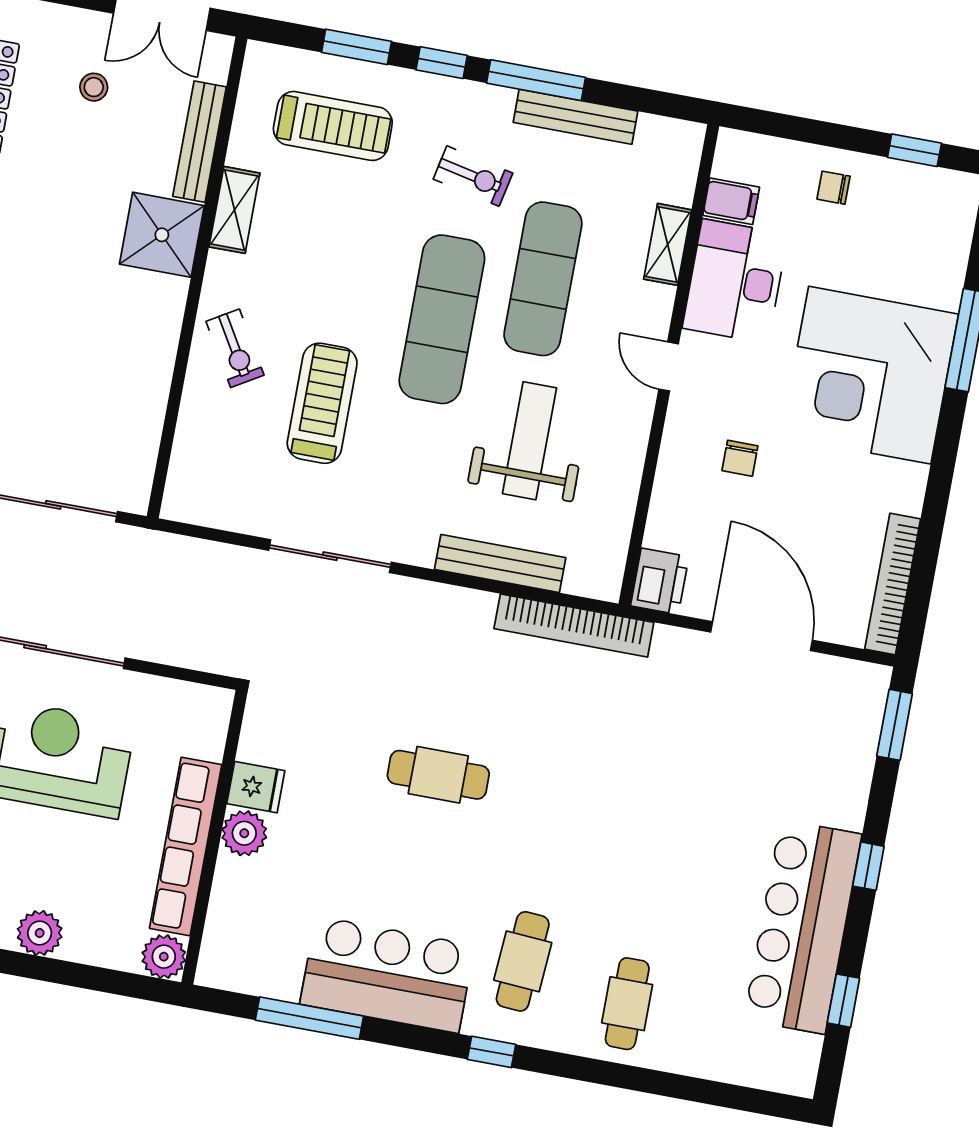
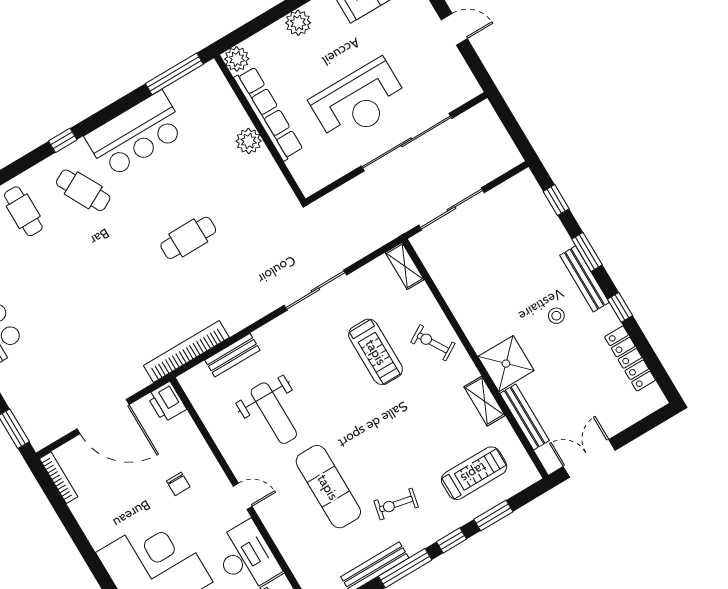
stool: (94, 87) -> (556, 316), moved
treadmill: (333, 126) -> (474, 473), turned 180
shelving: (668, 244) -> (405, 266), moved
exercise mat: (442, 319) -> (356, 432), removed
chair: (740, 458) -> (178, 484), turned 180
bench: (500, 564) -> (232, 355), width x0.73
bookcase: (893, 584) -> (59, 478), width x0.68, depth x0.76
fridge: (256, 787) -> (261, 165), removed
cafe table: (523, 961) -> (83, 190), turned -32
window: (309, 1018) -> (174, 74), moved

